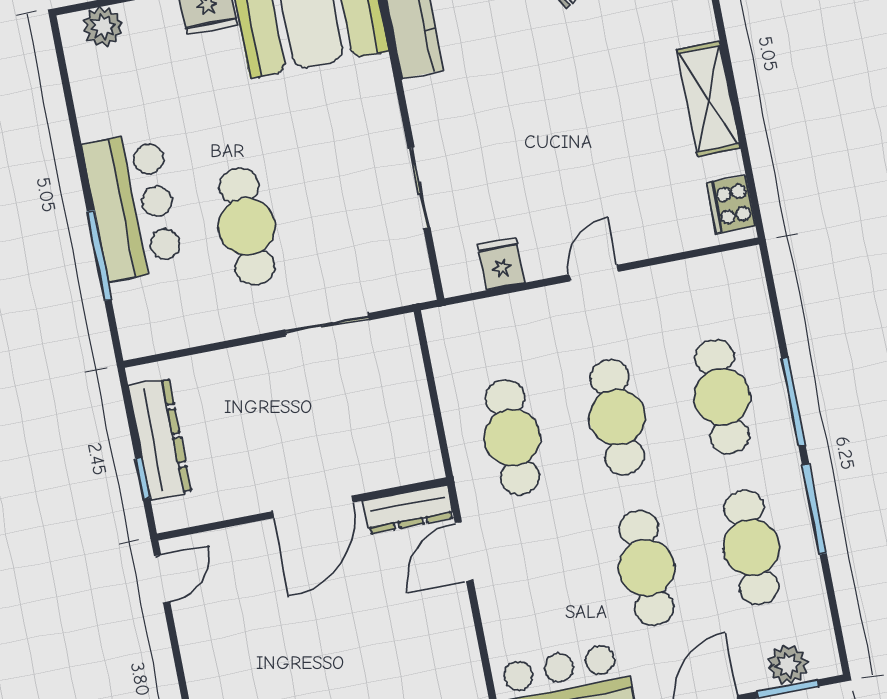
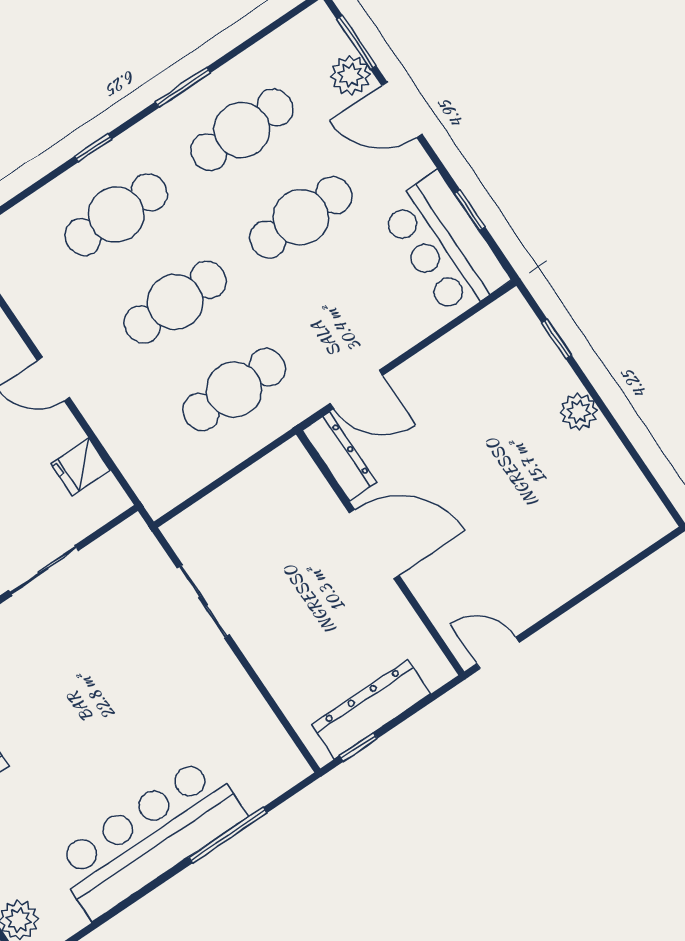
bar counter: (133, 206) -> (149, 838), width x1.36
cafe table: (247, 227) -> (145, 712), removed
window: (793, 402) -> (93, 148), width x0.46
window: (143, 478) -> (358, 747), moved
window: (814, 509) -> (183, 87), width x0.69
plant: (788, 665) -> (350, 75), moved

